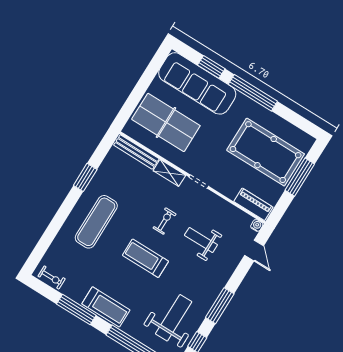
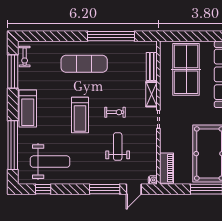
bench: (136, 152) -> (152, 66), width x0.73
window: (85, 177) -> (111, 36), width x2.11
treadmill: (145, 258) -> (80, 115), turned 180
window: (220, 306) -> (105, 189), moved
window: (76, 310) -> (13, 72), moved

